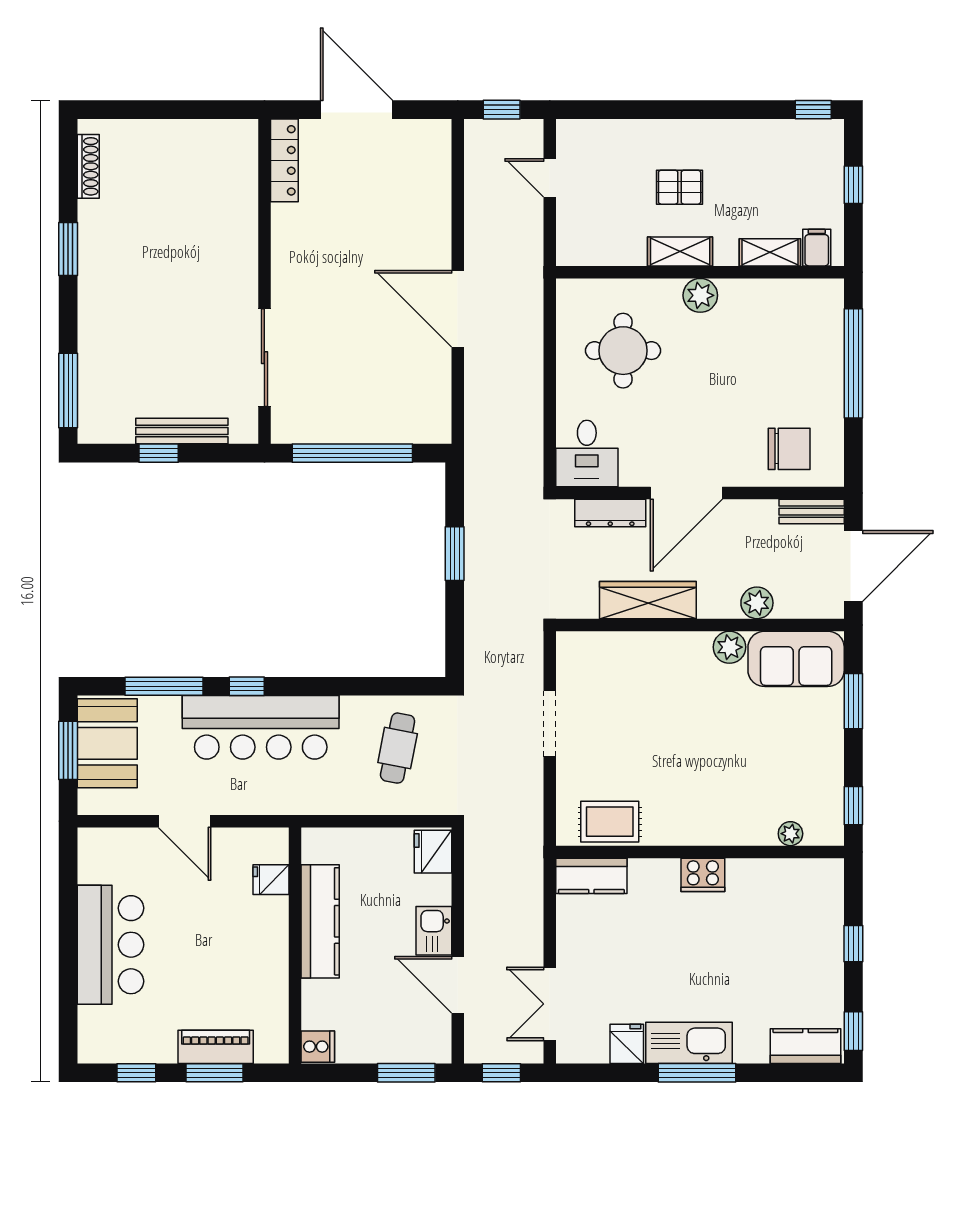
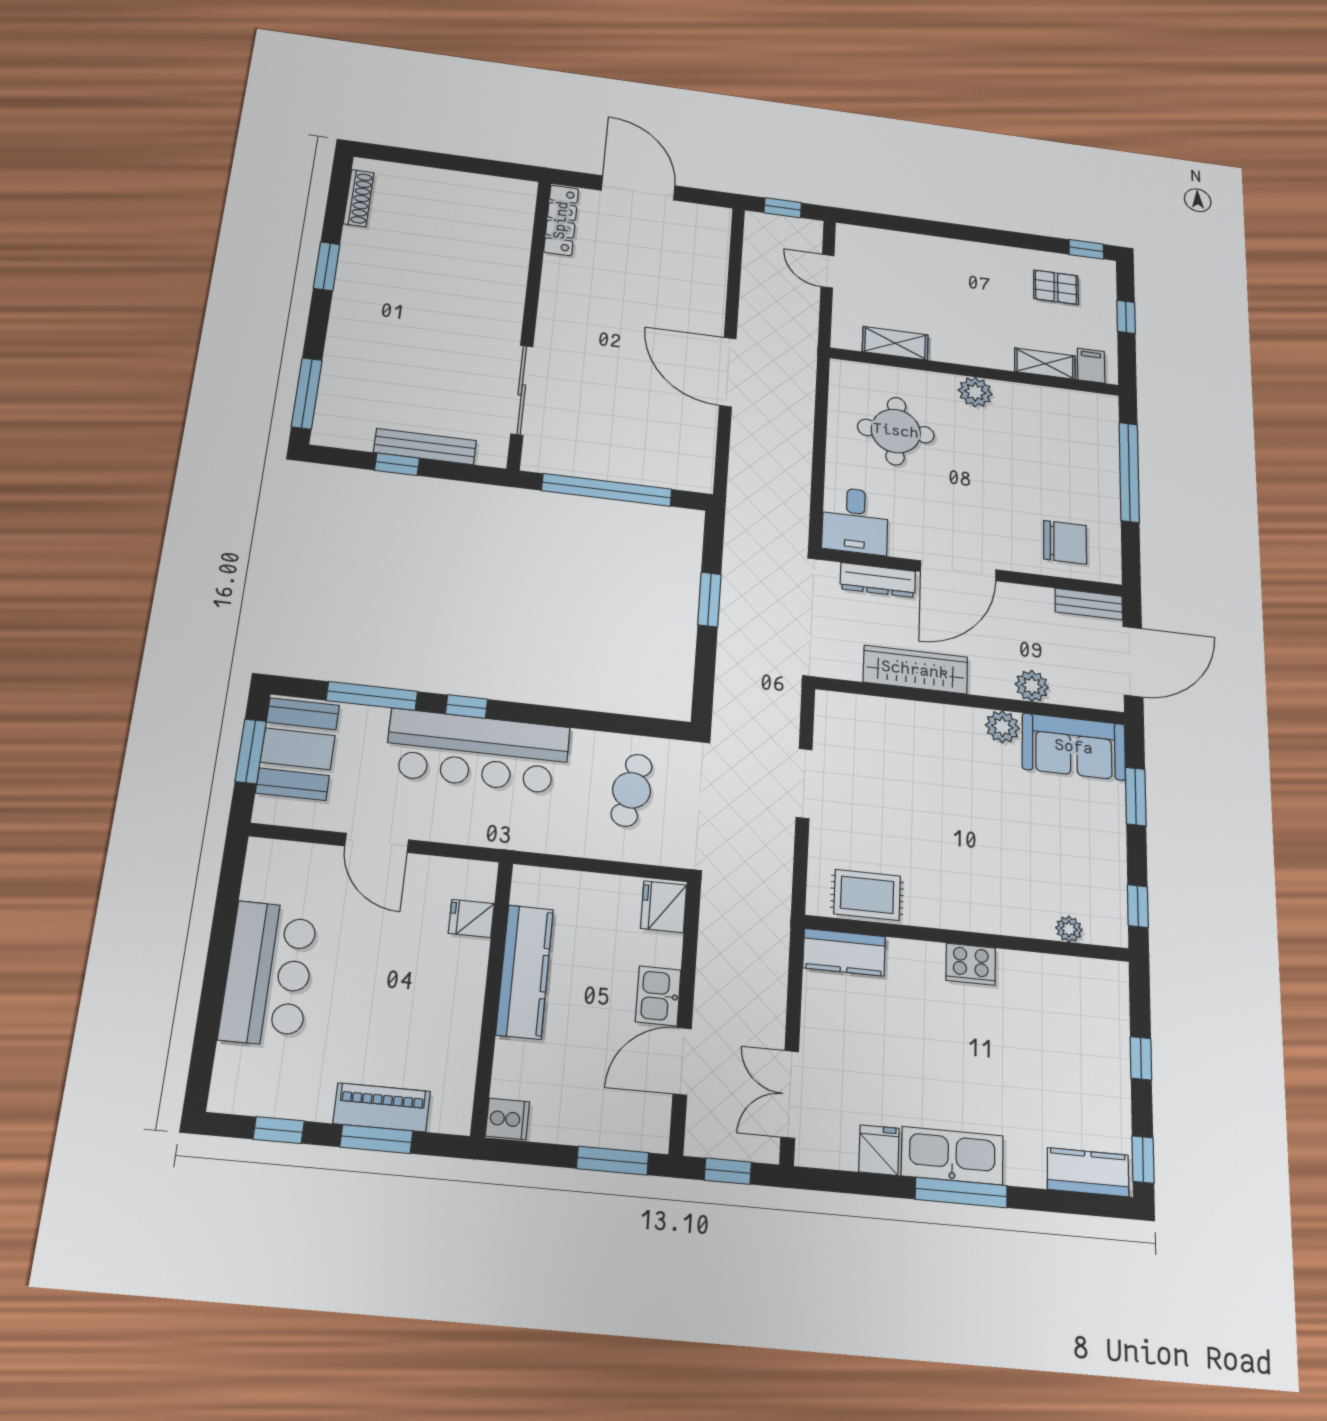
pallet: (680, 187) -> (1056, 287), moved
shelving: (680, 251) -> (895, 343), moved
door: (458, 985) -> (682, 1061), hinge flipped

